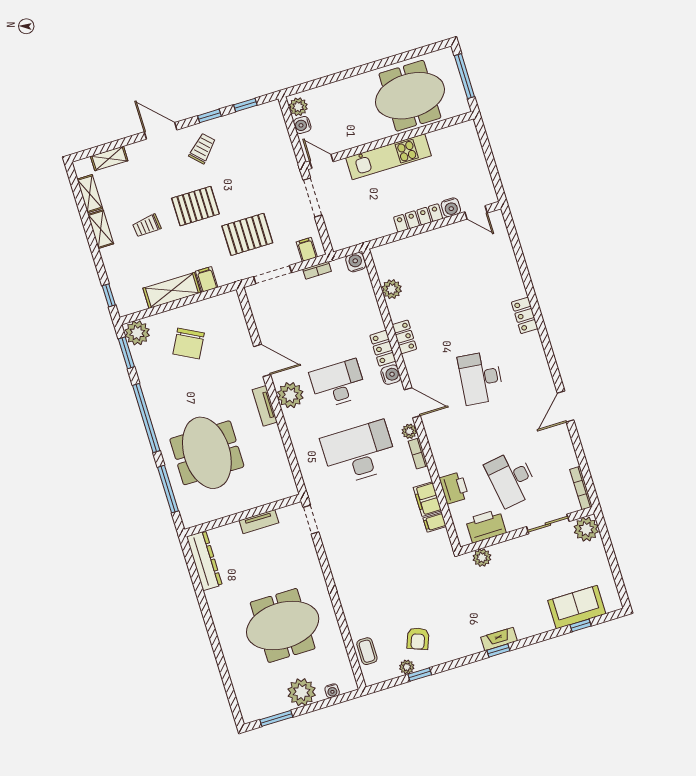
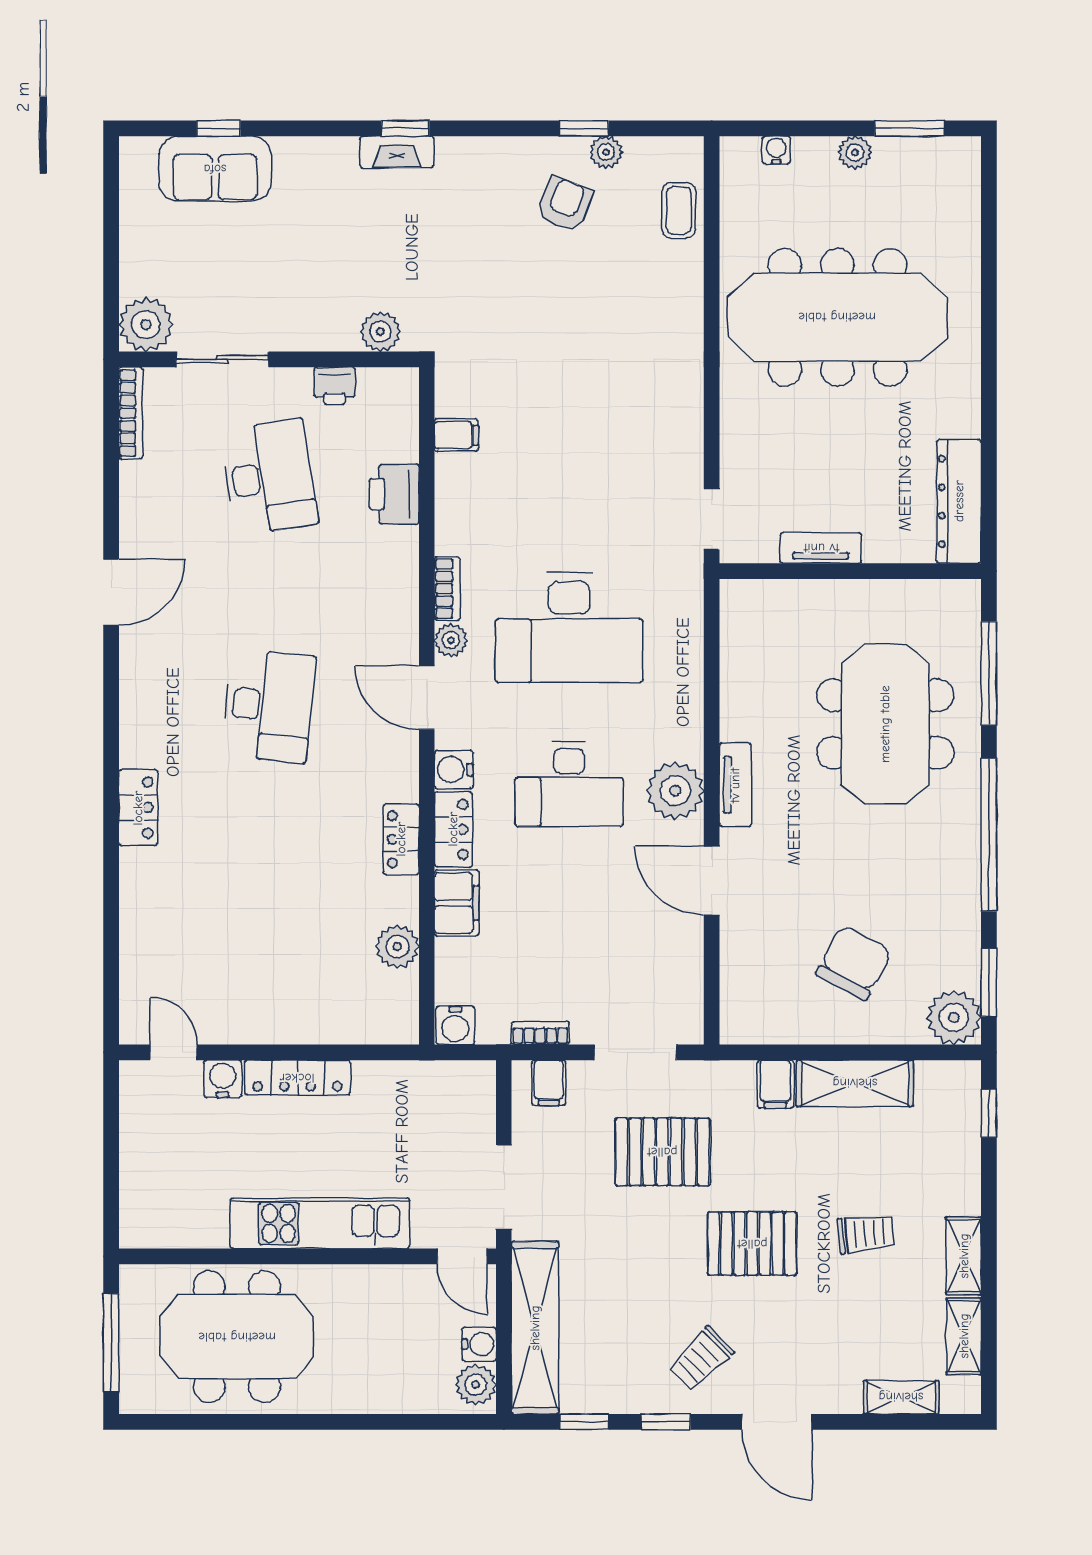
shelving: (280, 140) -> (535, 1328), added
filing cabinet: (427, 499) -> (457, 903), moved
printer: (486, 526) -> (335, 386), width x0.53, depth x0.68
meeting table: (283, 625) -> (837, 317), width x1.36
plant: (302, 692) -> (855, 152), width x0.53, depth x0.53

